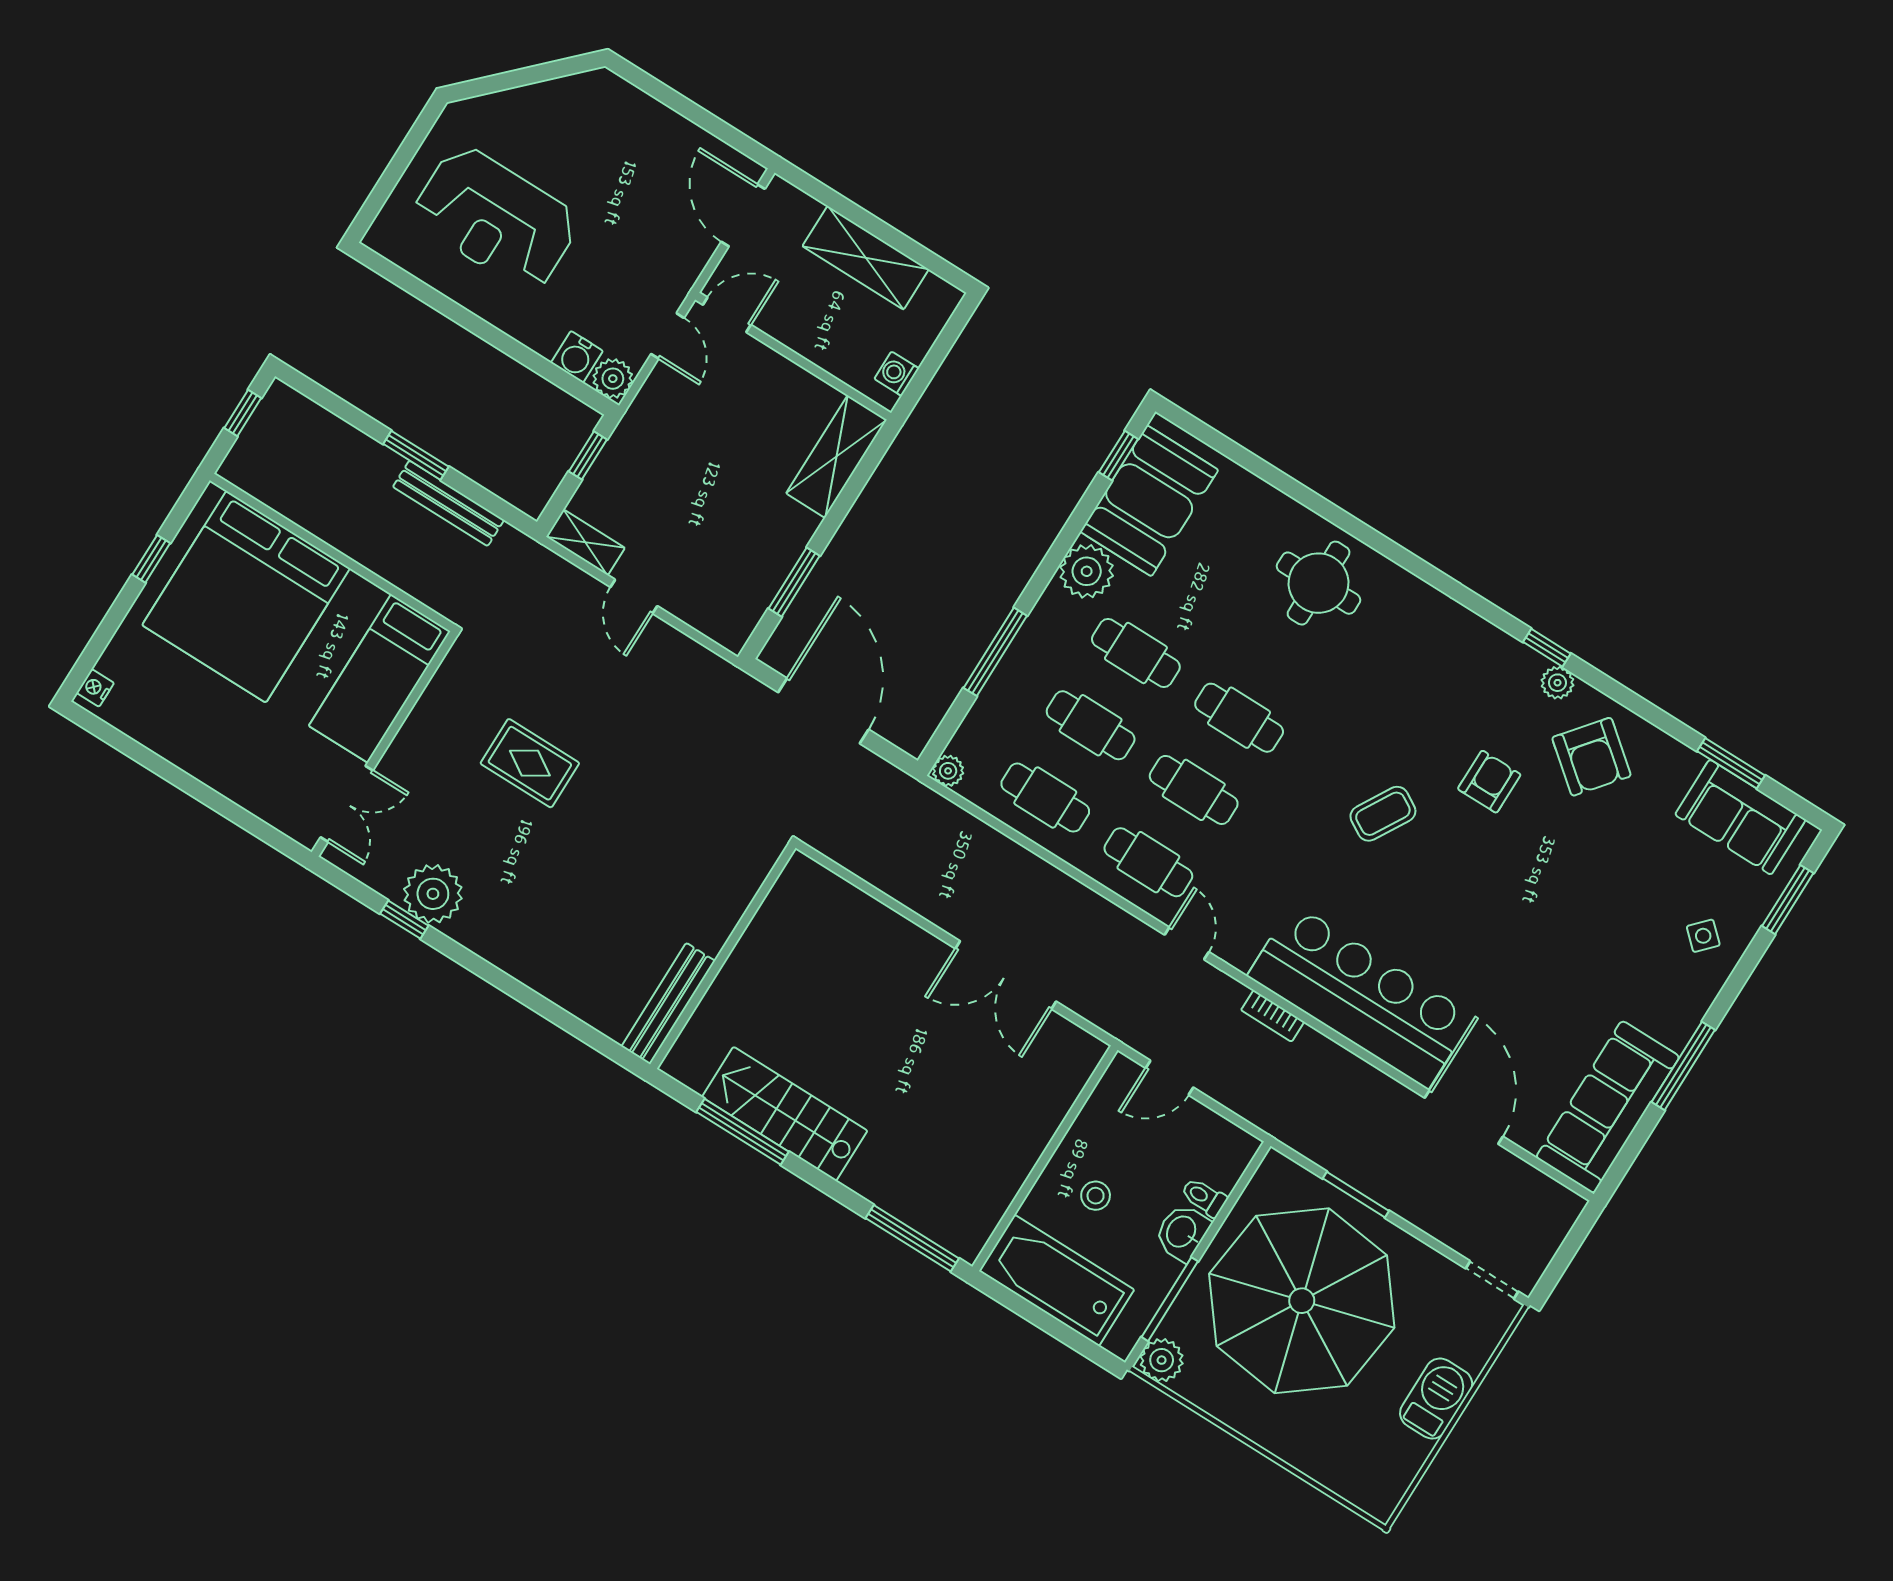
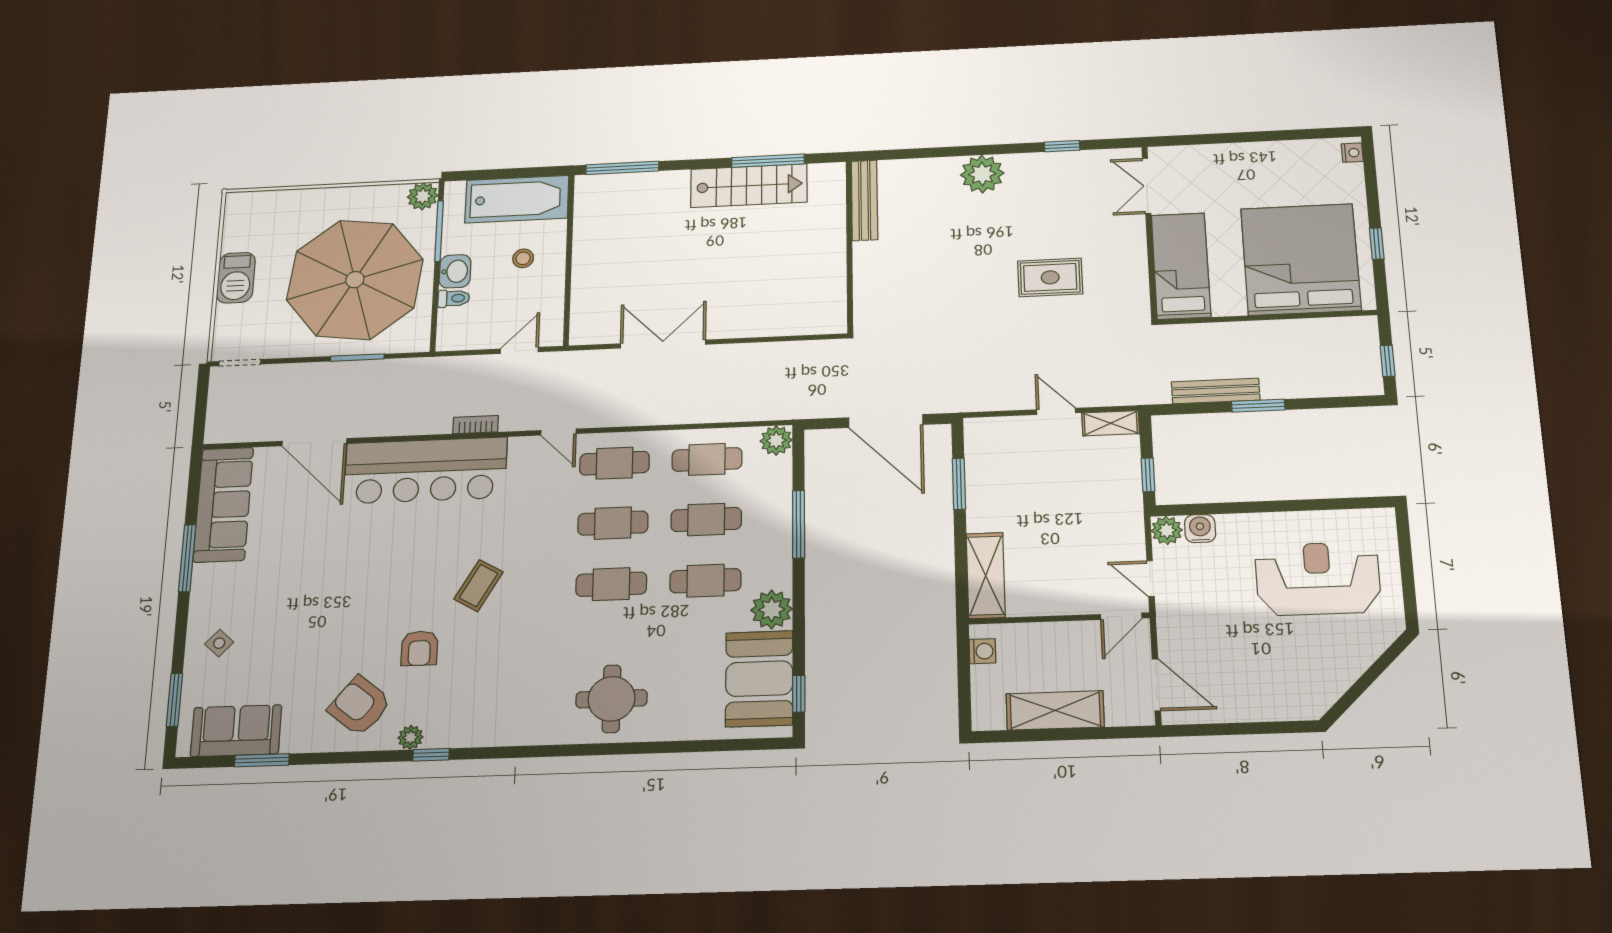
plant: (948, 771) -> (776, 440), width x1.38, depth x1.38
plant: (433, 894) -> (982, 174), moved

